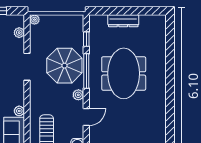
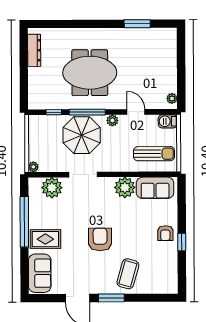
dresser: (123, 21) -> (34, 50), moved
plant: (19, 33) -> (52, 188), width x1.88, depth x1.88
plant: (19, 111) -> (125, 187), width x1.87, depth x1.87
window: (170, 119) -> (137, 24), added

